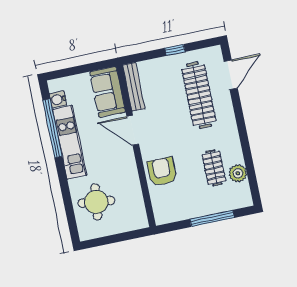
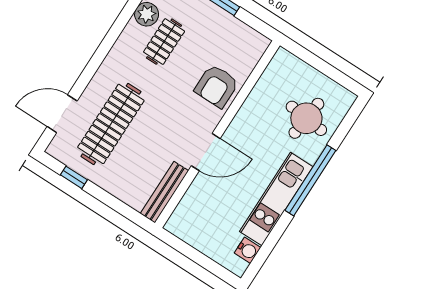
window: (175, 50) -> (74, 177), moved
sofa: (108, 92) -> (194, 212), removed
window: (52, 128) -> (310, 180), moved
door: (133, 130) -> (206, 152), hinge flipped

